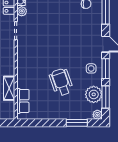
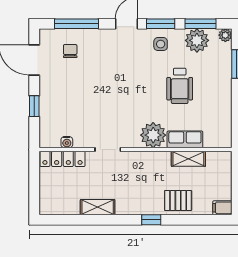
plant: (22, 11) -> (153, 135), moved, width x1.87, depth x1.87
wheelchair: (61, 82) -> (180, 86), turned -71
row of seats: (23, 101) -> (185, 139), moved

